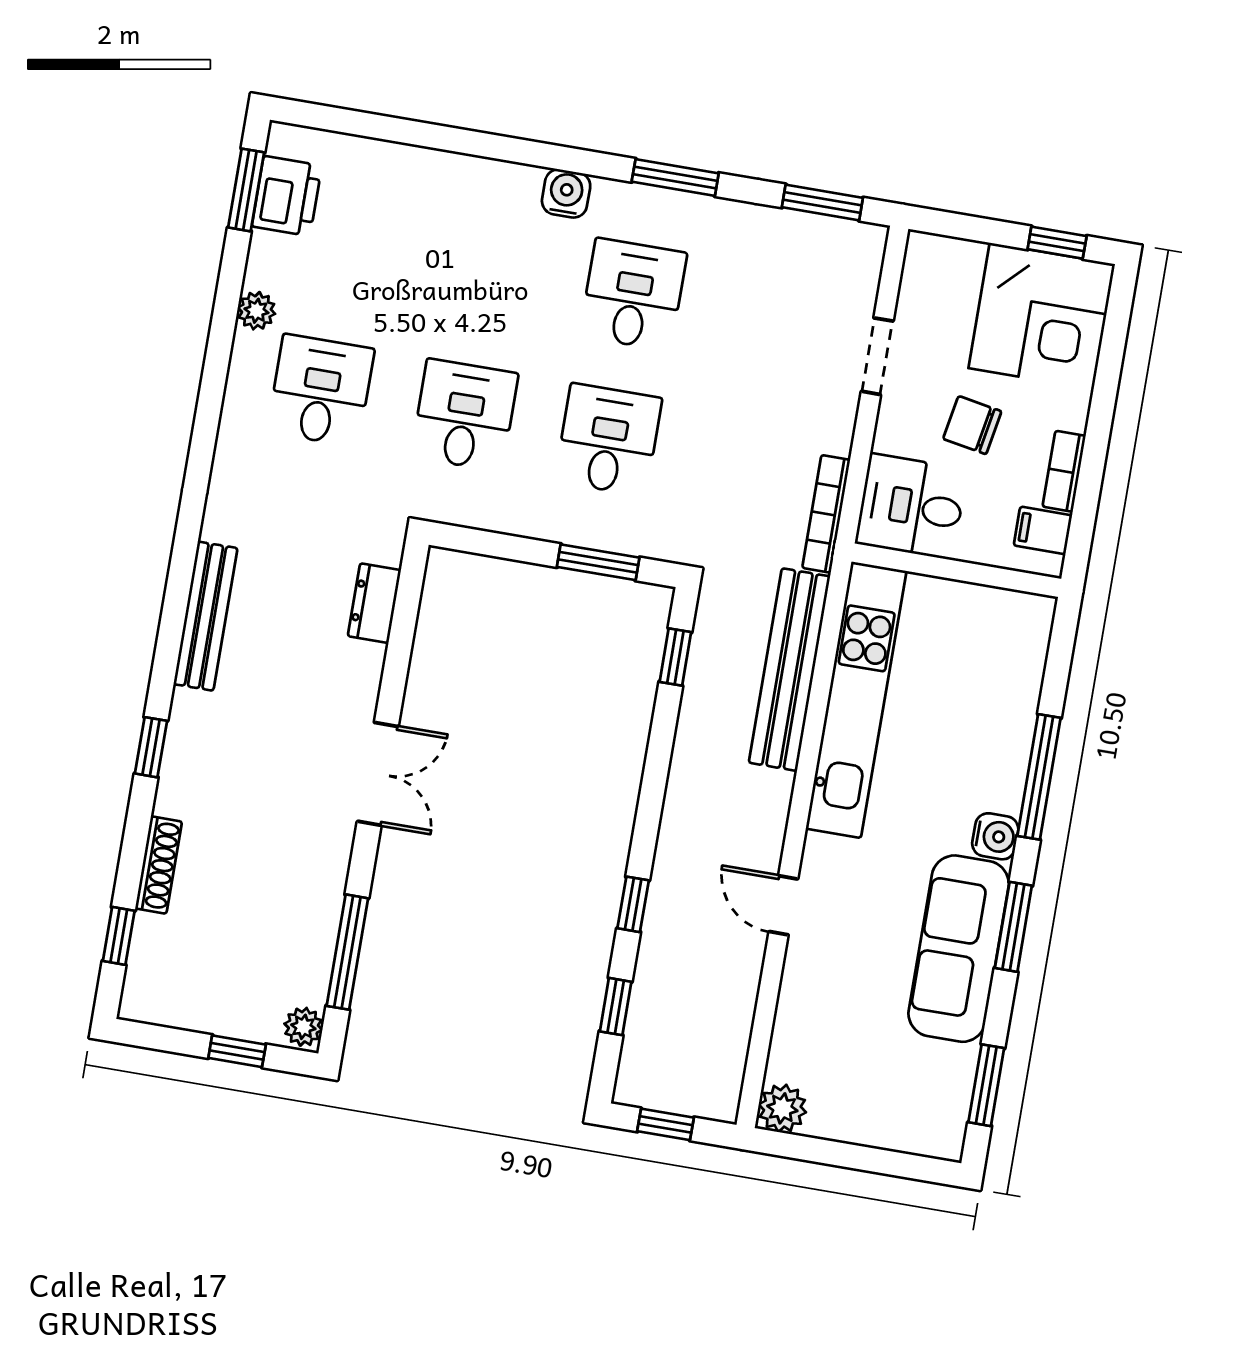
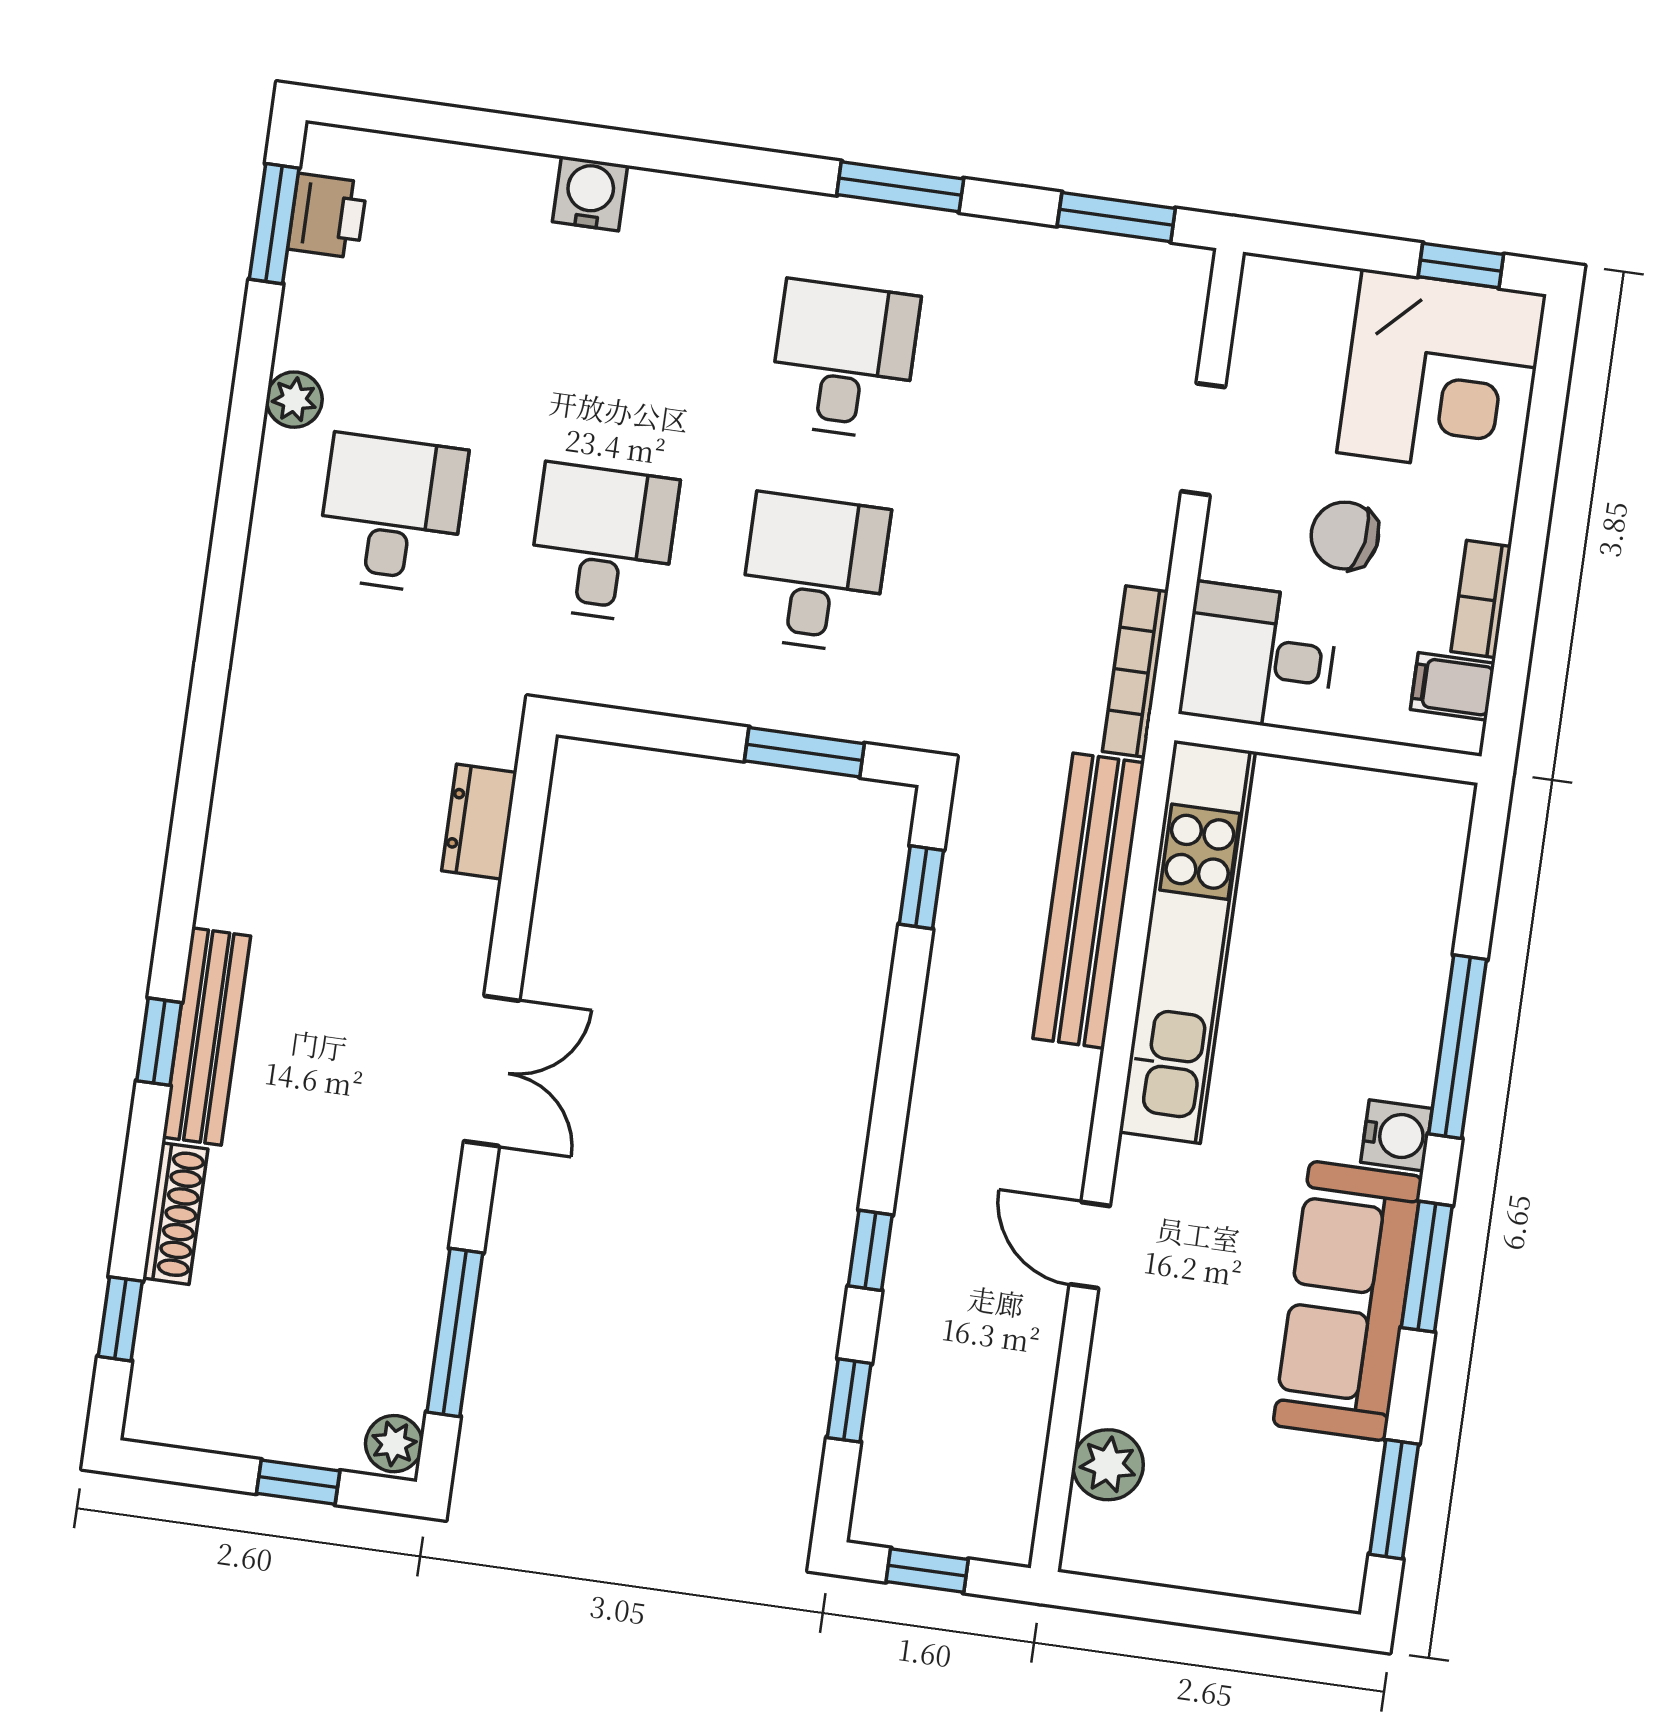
water cooler: (566, 193) -> (590, 194), moved
printer: (287, 196) -> (327, 216), width x0.73, depth x0.81
bench: (206, 616) -> (207, 1037), moved
plant: (782, 1108) -> (1108, 1465), moved

